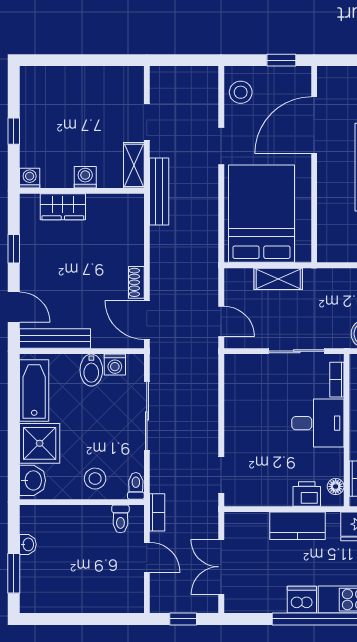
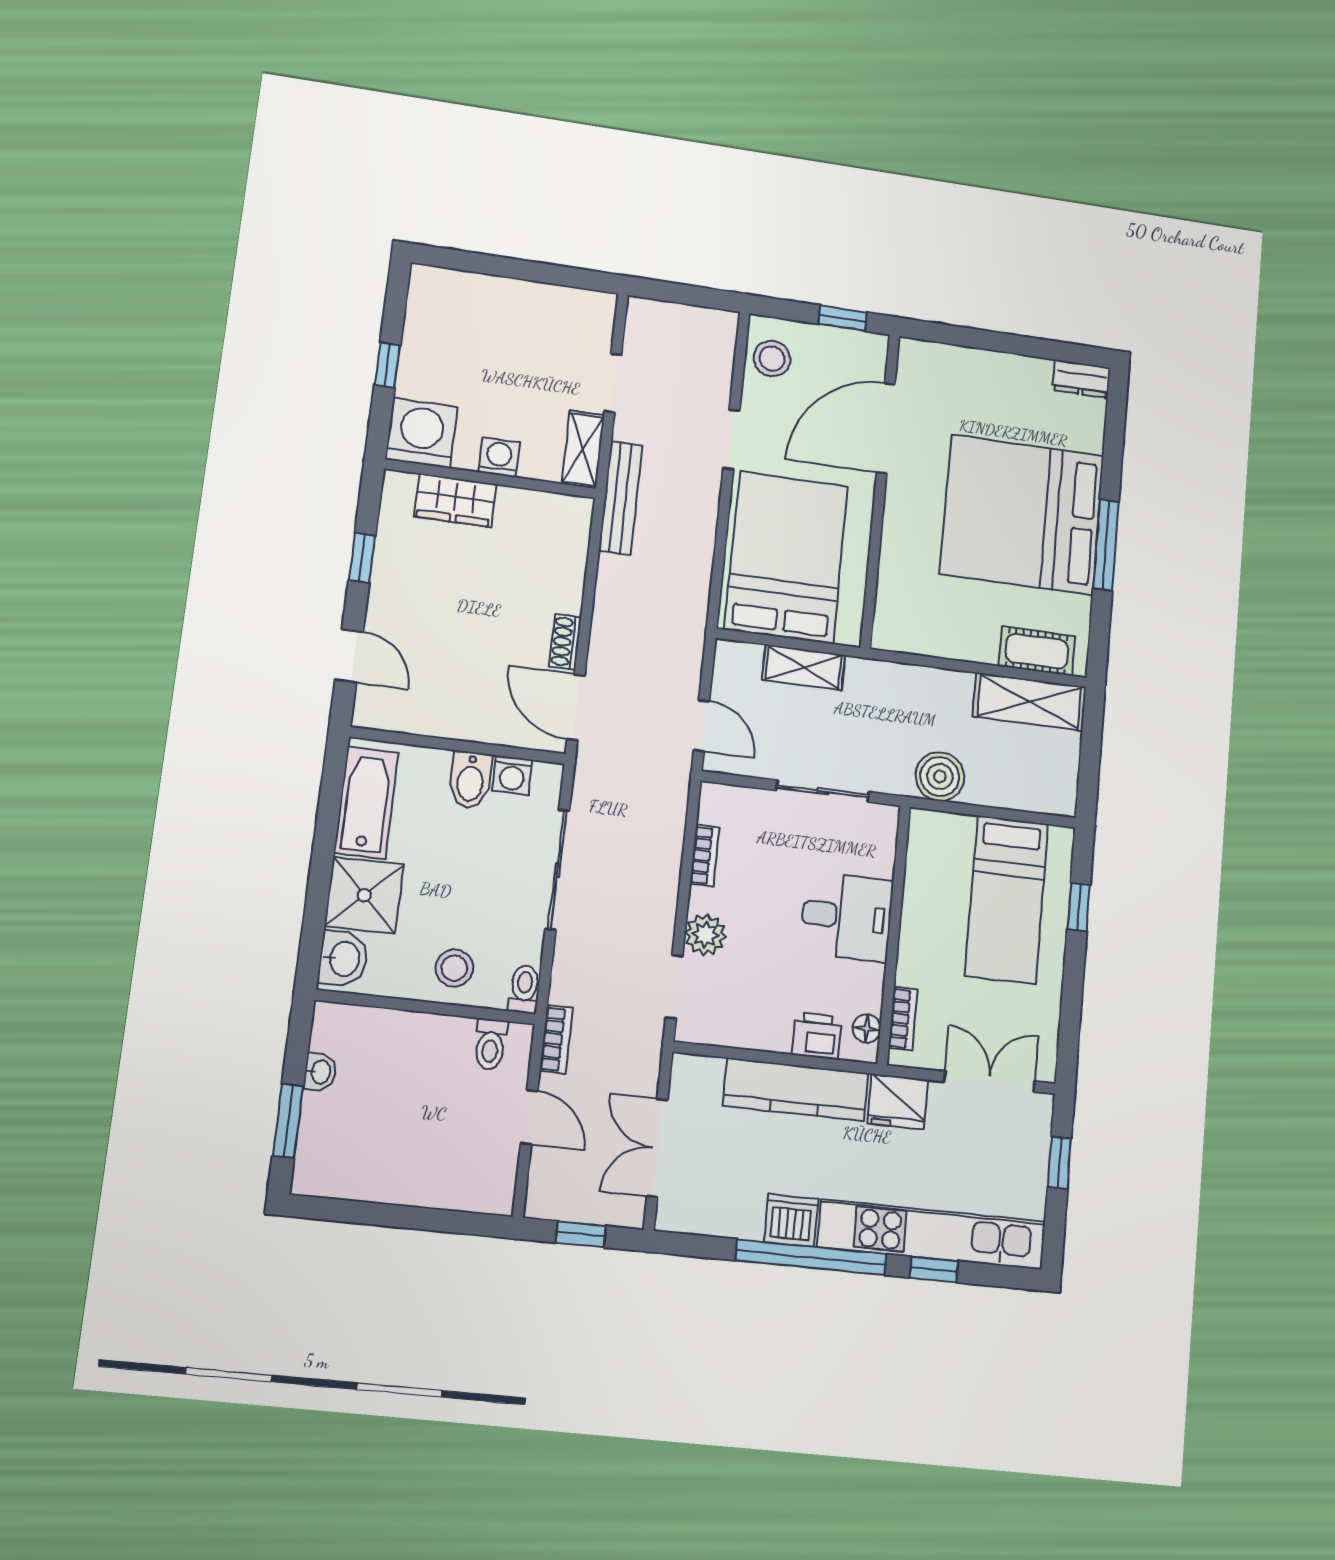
washing machine: (30, 178) -> (421, 433), width x1.89, depth x1.89
bench: (55, 338) -> (414, 718), removed
bookcase: (337, 380) -> (705, 856), moved, turned 180
plant: (236, 443) -> (705, 935), added
kitchen counter: (297, 526) -> (796, 1089), width x1.50

